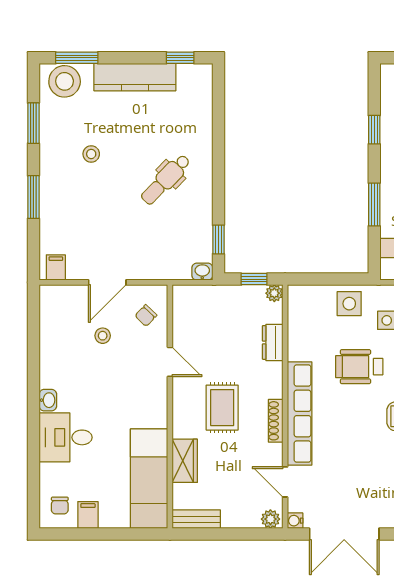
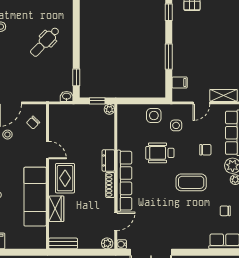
dresser: (273, 342) -> (108, 160), moved
rug: (222, 408) -> (65, 178), moved
exam couch: (149, 479) -> (35, 197), moved
door: (285, 482) -> (116, 221), swing flipped

